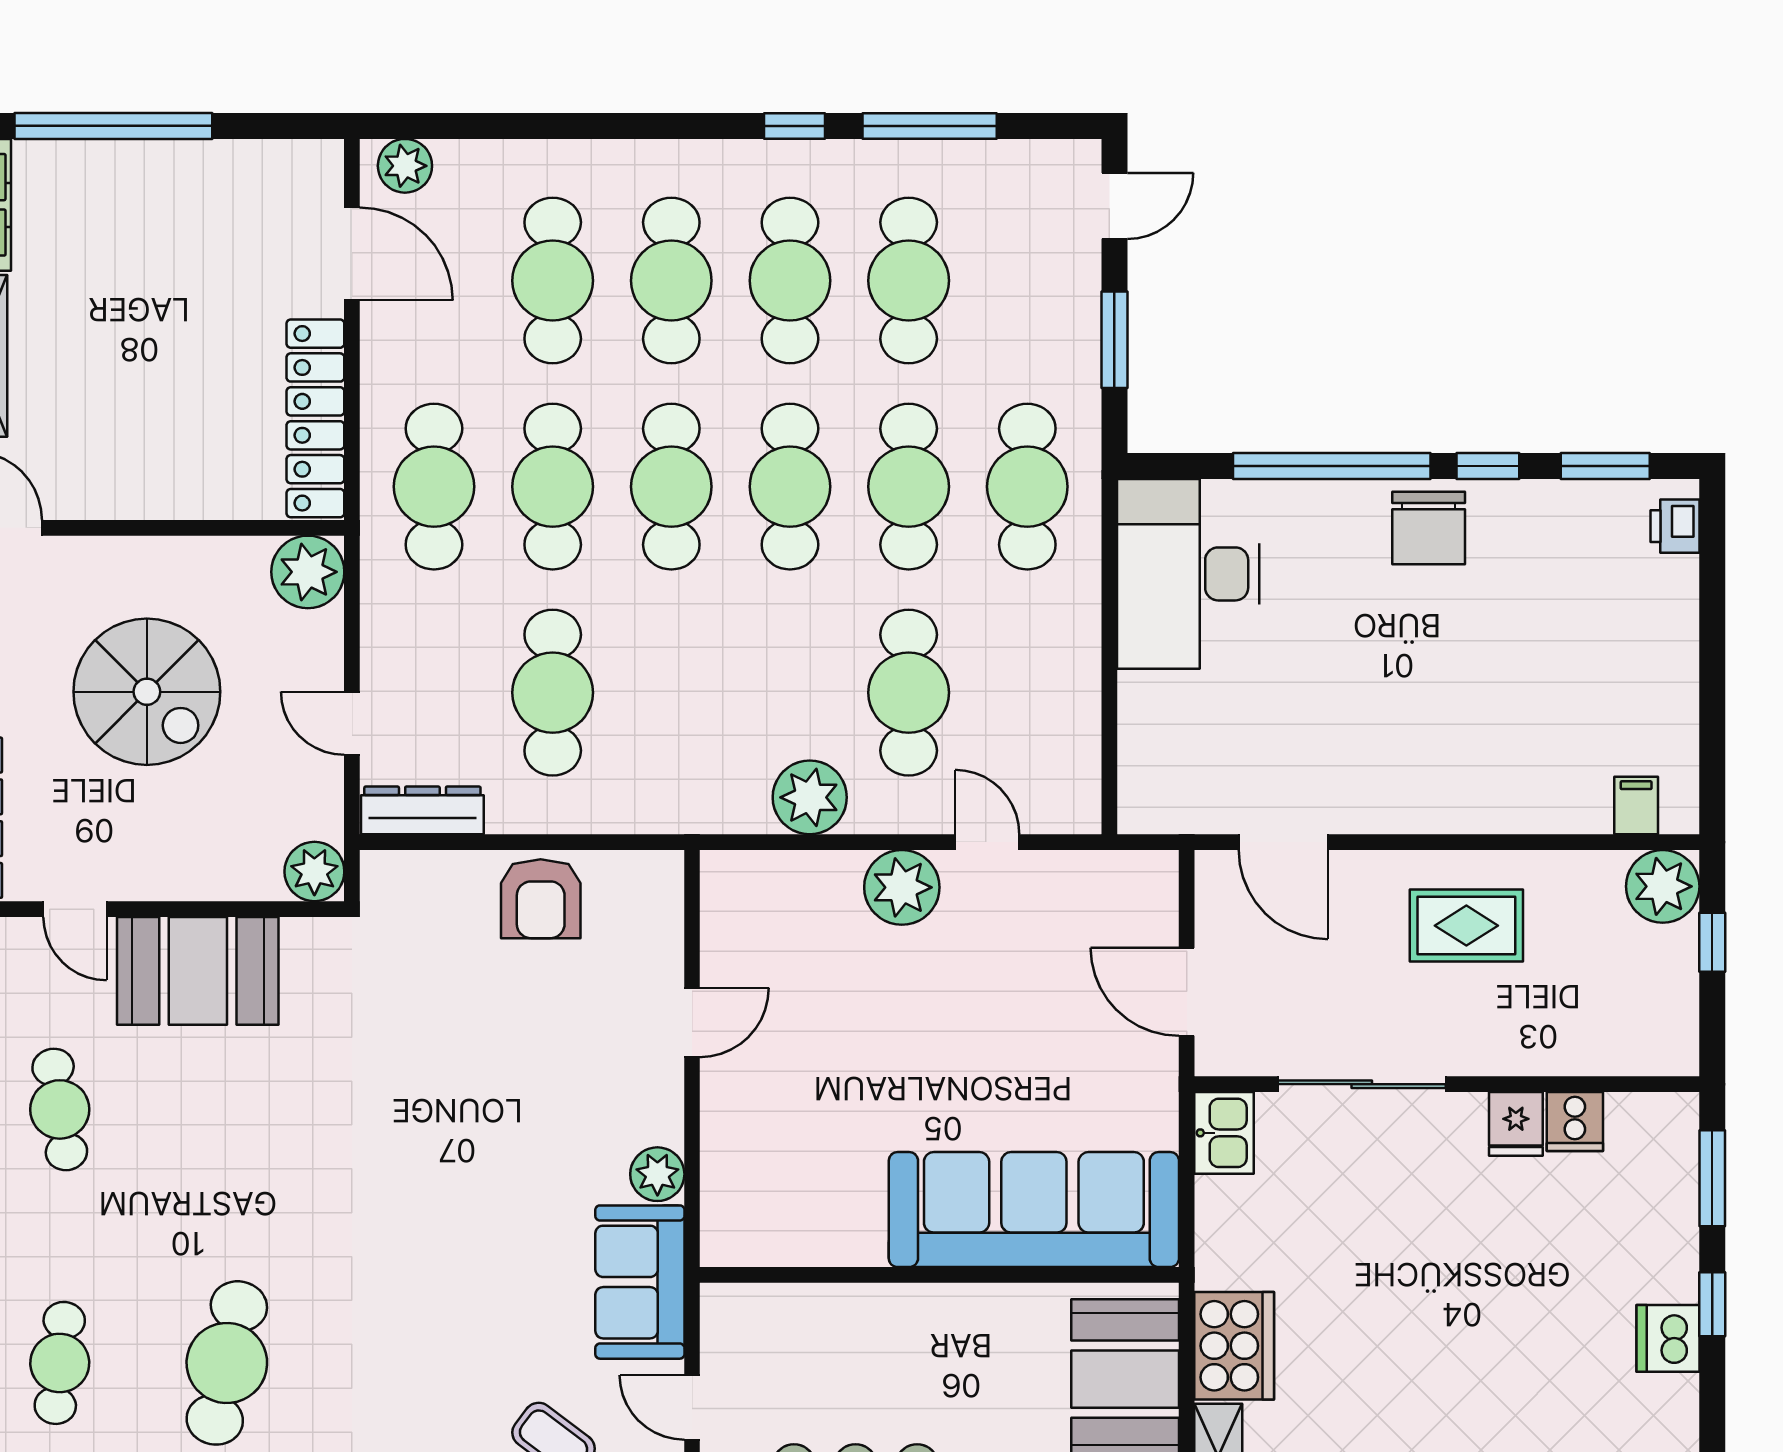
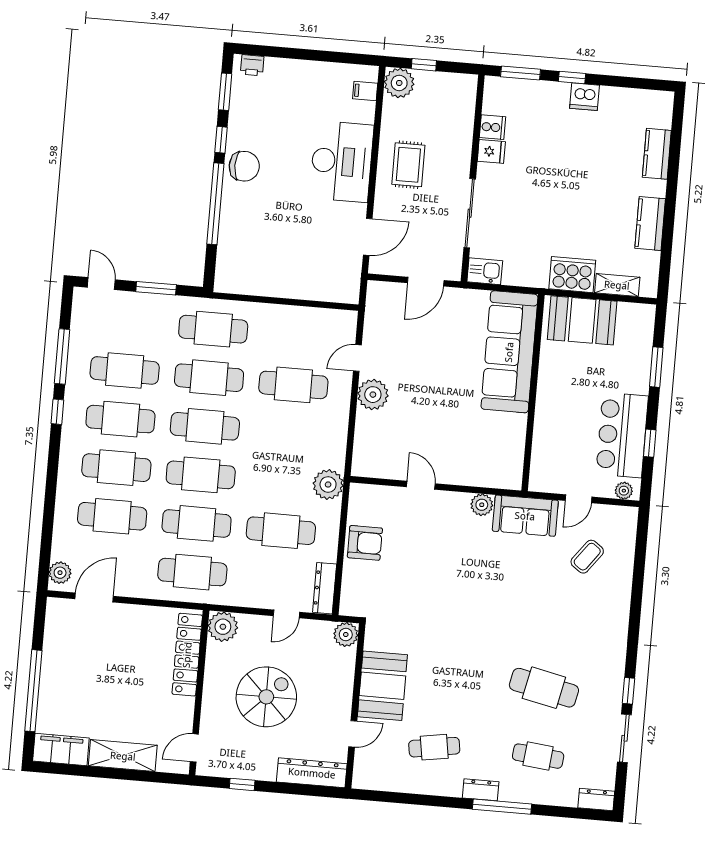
locker: (315, 418) -> (187, 655), moved, turned 90
desk: (1188, 574) -> (342, 161), moved, turned -90
plant: (810, 797) -> (328, 485), moved

